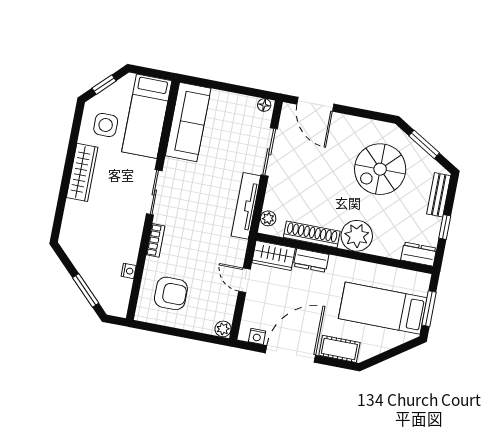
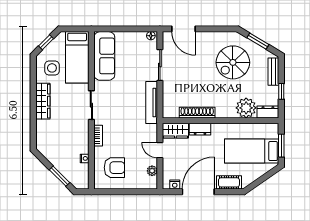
plant: (268, 218) -> (167, 108), removed
plant: (357, 236) -> (246, 108), moved
plant: (223, 329) -> (152, 171), moved

